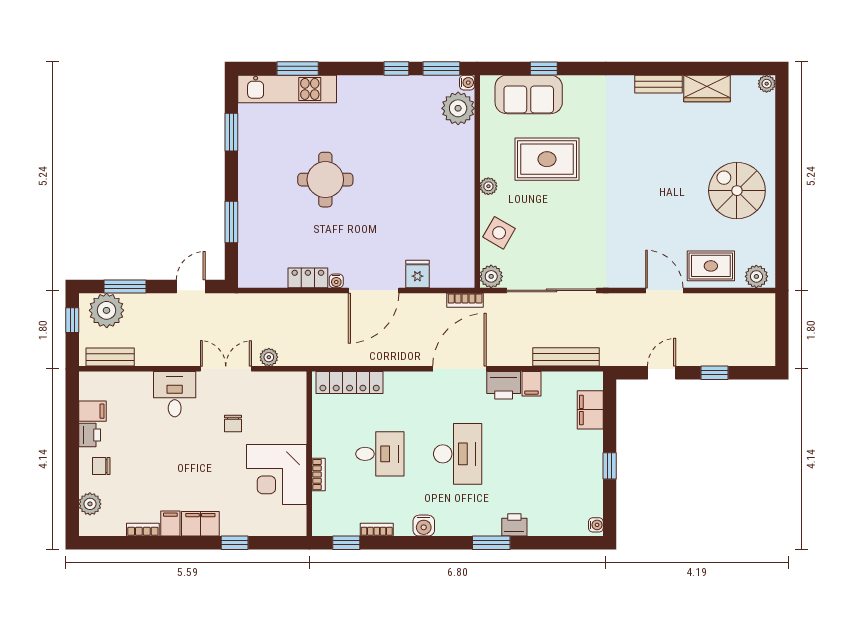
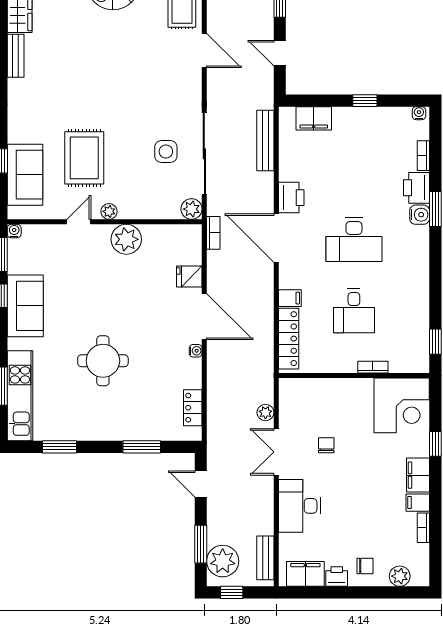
sofa: (385, 95) -> (25, 306), added
plant: (458, 108) -> (126, 239), moved
door: (477, 153) -> (79, 222), added
side table: (499, 233) -> (166, 151), moved, turned -30
locker: (308, 278) -> (193, 408), moved
door: (664, 290) -> (204, 51), swing flipped
filing cabinet: (532, 384) -> (290, 298), moved
desk: (175, 394) -> (299, 506), width x1.37
filing cabinet: (92, 411) -> (305, 574), width x2.00
chair: (233, 424) -> (326, 445), turned -90
desk: (380, 454) -> (354, 311), turned 180
desk: (458, 454) -> (354, 240), turned 180
chair: (101, 466) -> (365, 566), turned -90
corner desk: (277, 475) -> (402, 405), moved
printer: (514, 525) -> (417, 188), width x1.36, depth x1.24
water cooler: (424, 526) -> (420, 215), moved
bookcase: (377, 530) -> (423, 156), moved

